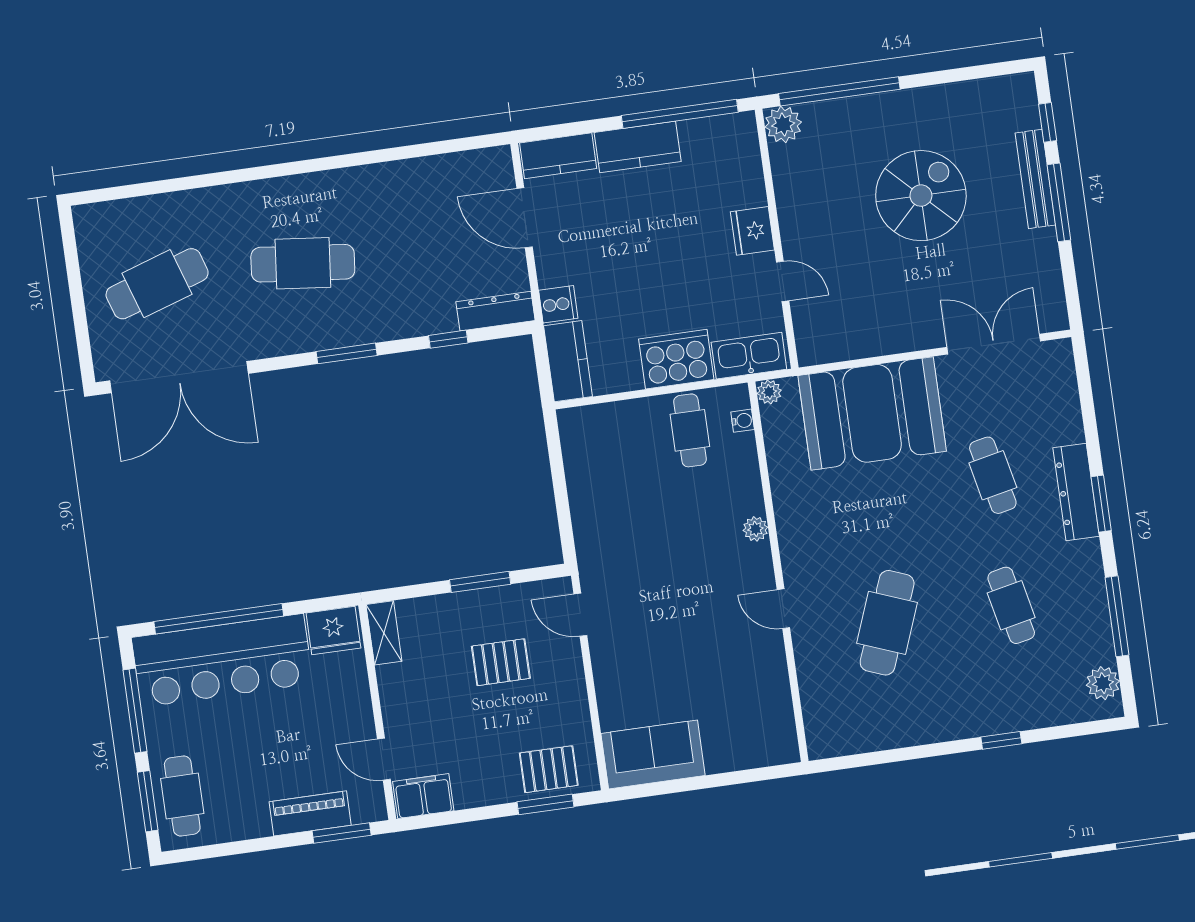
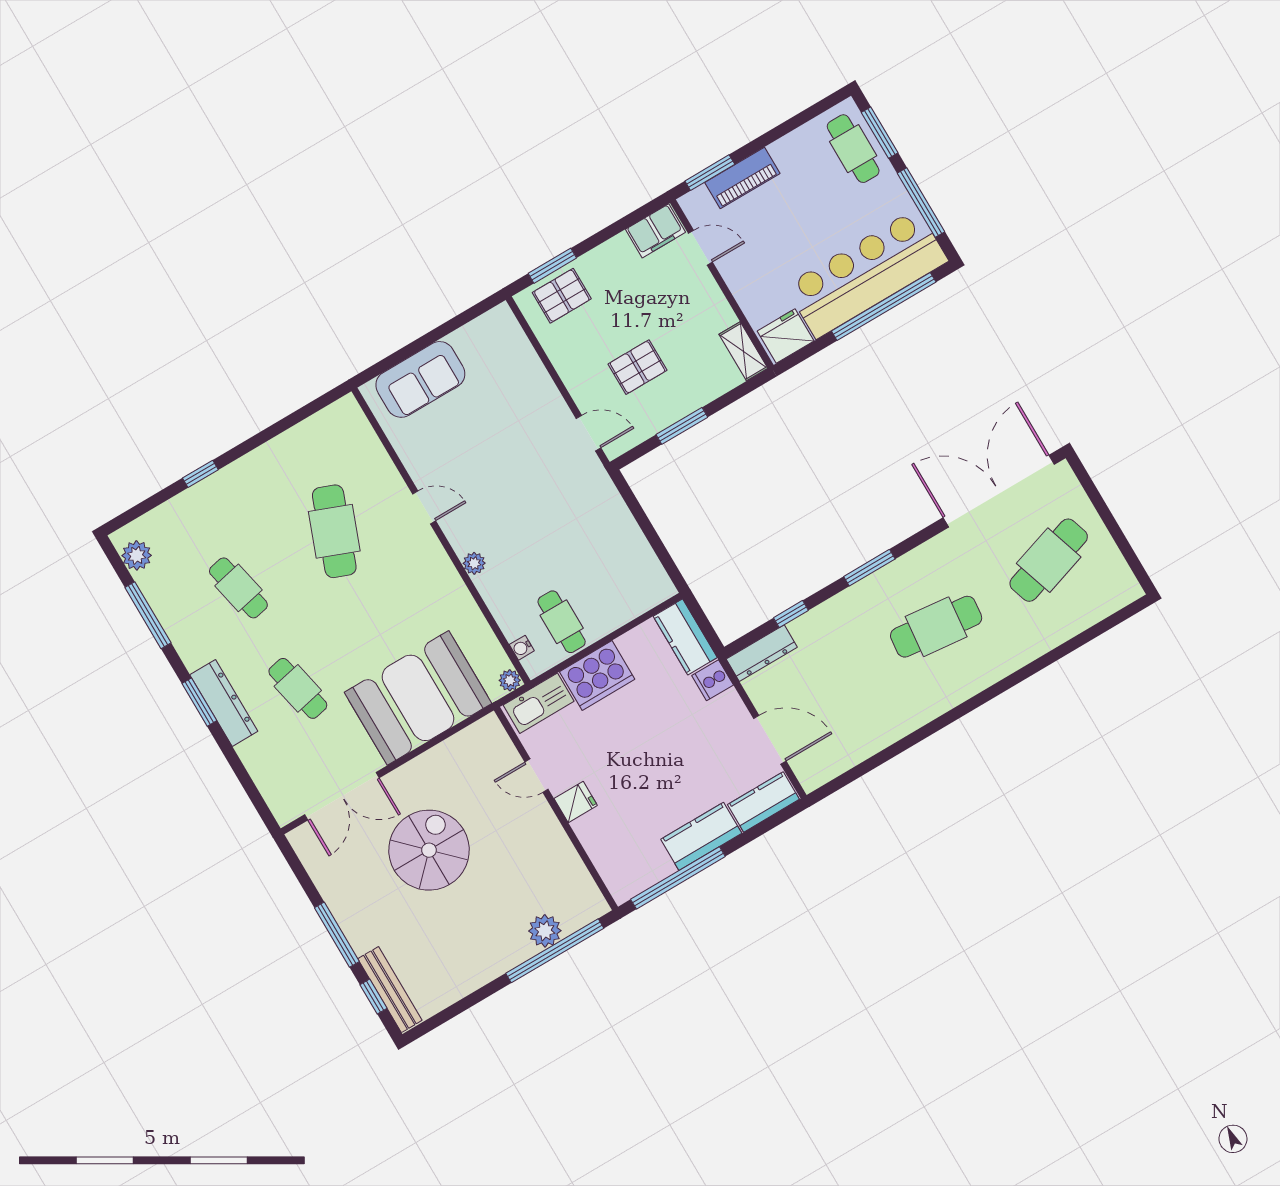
plant: (783, 124) -> (545, 931), moved
bench: (1035, 179) -> (390, 990), moved
spiral stairs: (921, 196) -> (429, 850), moved, turned 180
fridge: (752, 231) -> (576, 802), width x0.72
sofa: (653, 754) -> (420, 379), moved

